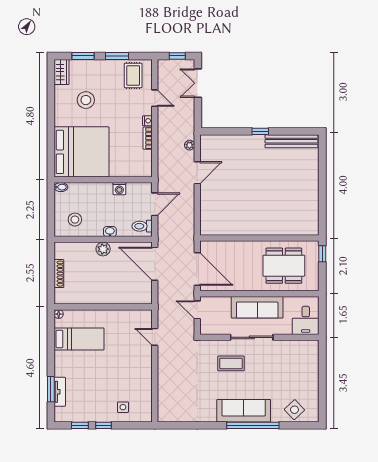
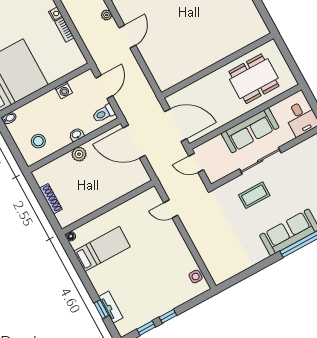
window: (322, 254) -> (283, 48), removed
window: (51, 389) -> (101, 309), width x0.67
side table: (123, 407) -> (196, 277), moved

